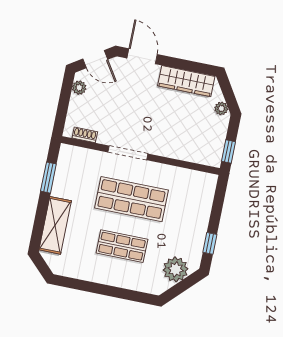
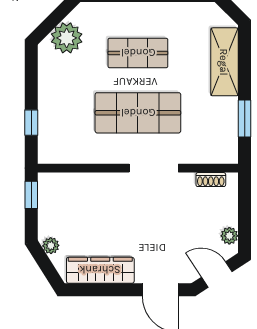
window: (210, 243) -> (31, 123), moved

